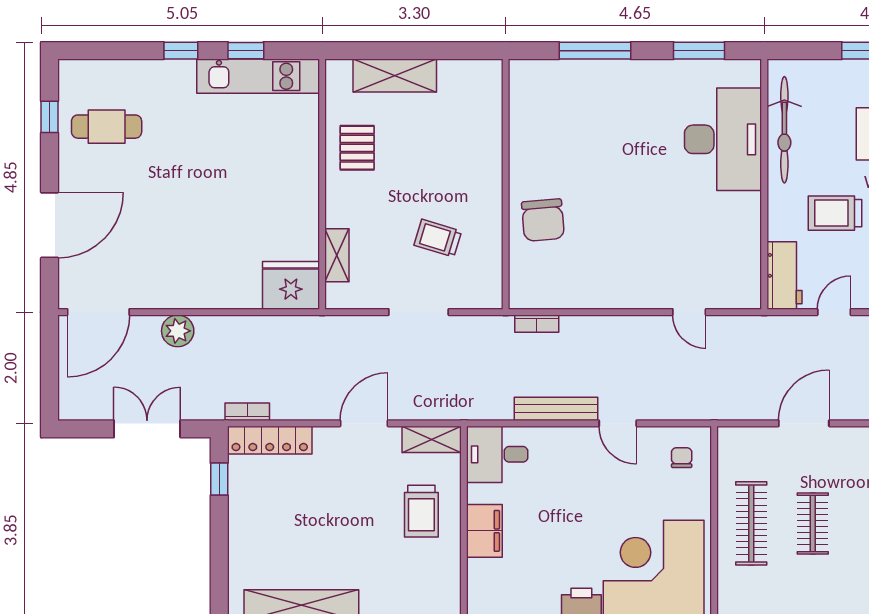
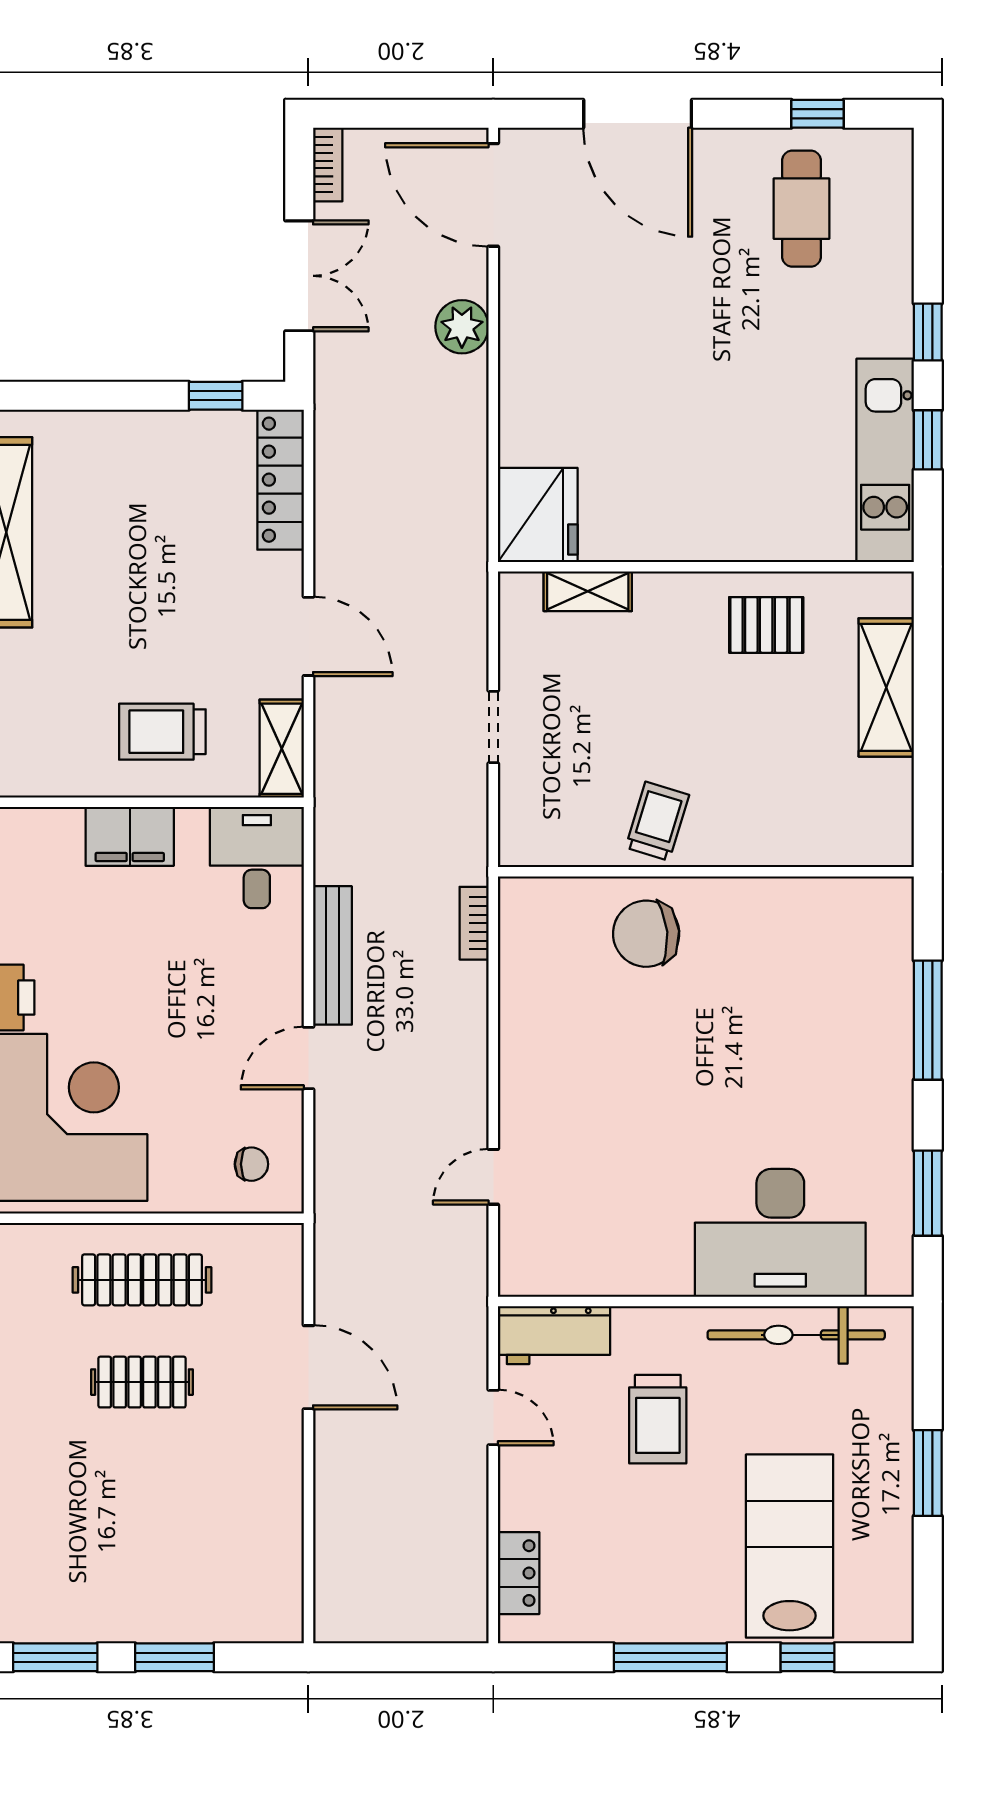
trolley: (835, 213) -> (658, 1419), turned 180
trolley: (438, 238) -> (657, 821), moved
doorway: (419, 312) -> (493, 727), width x0.73
bookcase: (247, 412) -> (328, 165), moved

